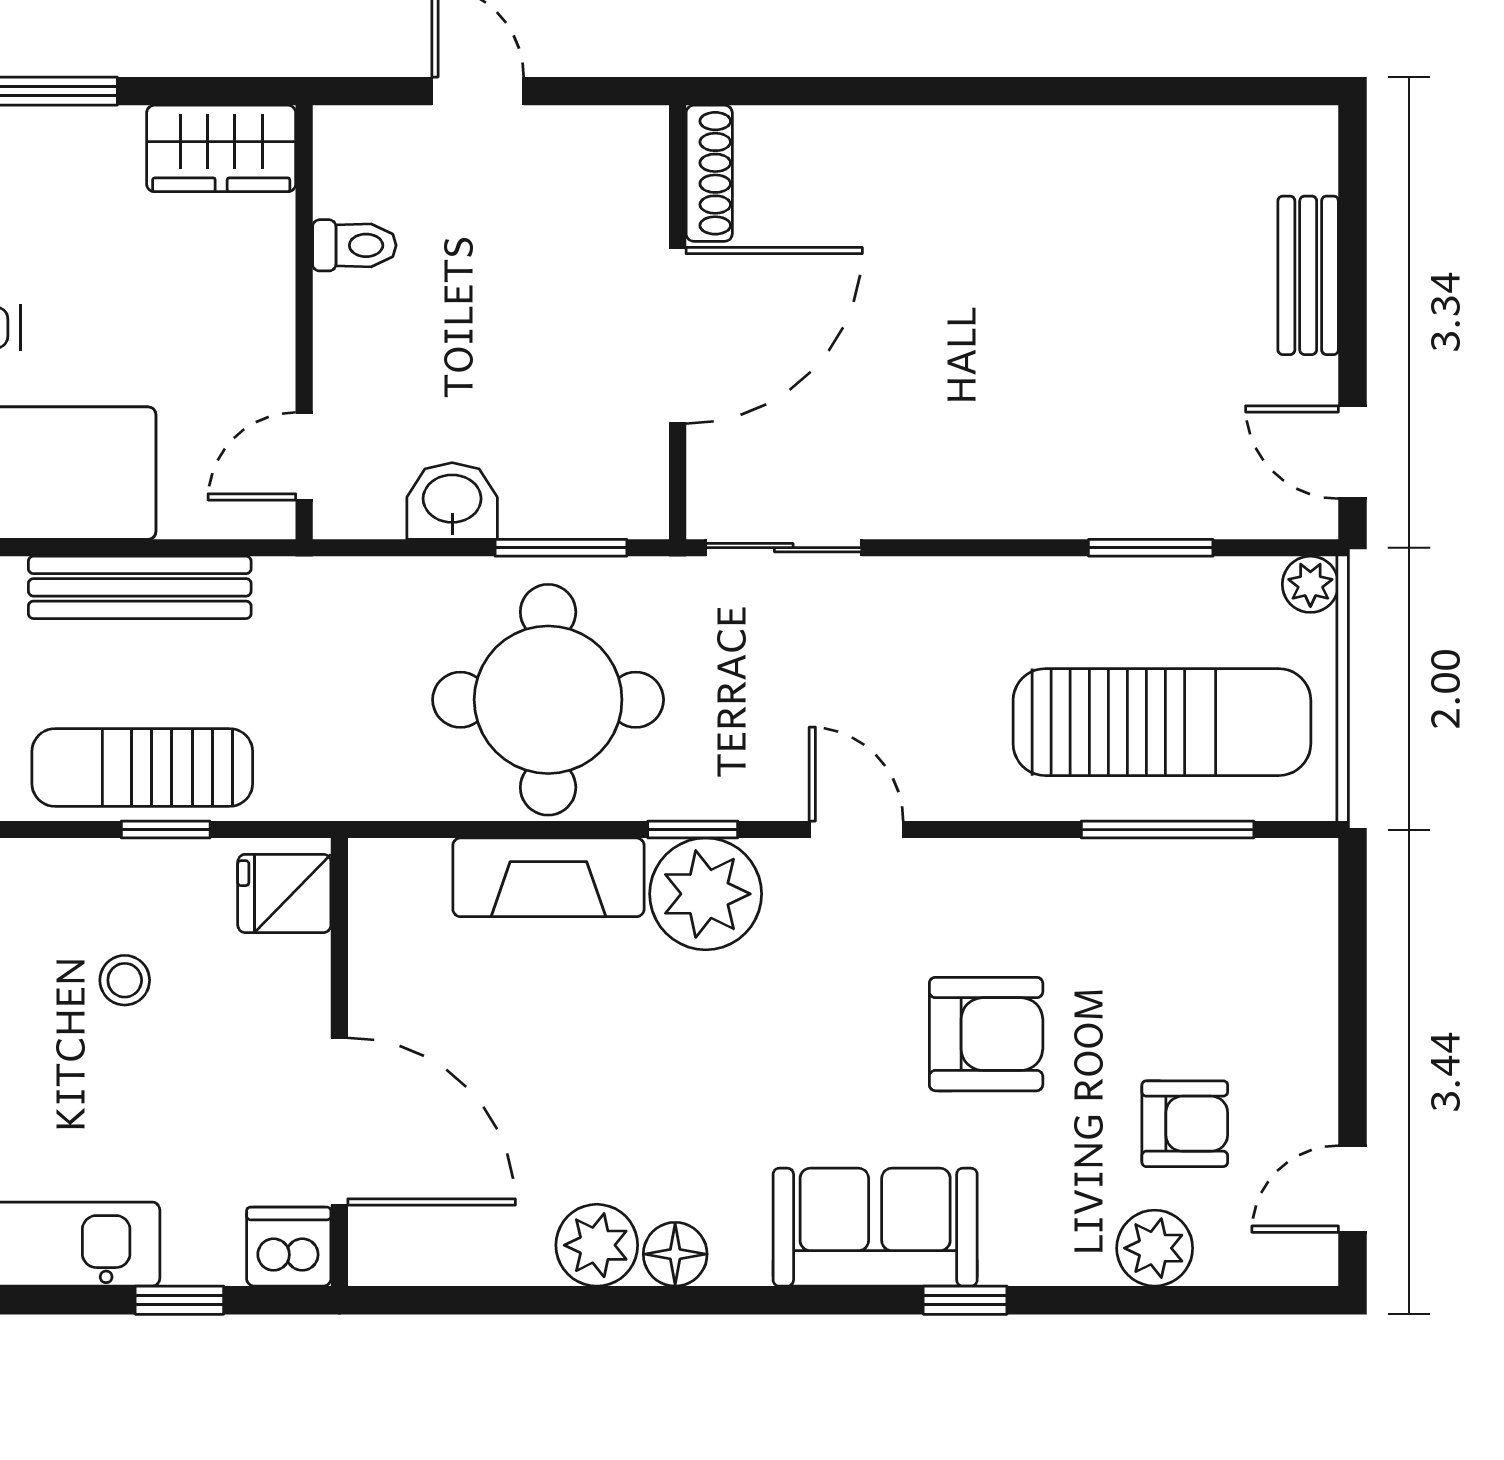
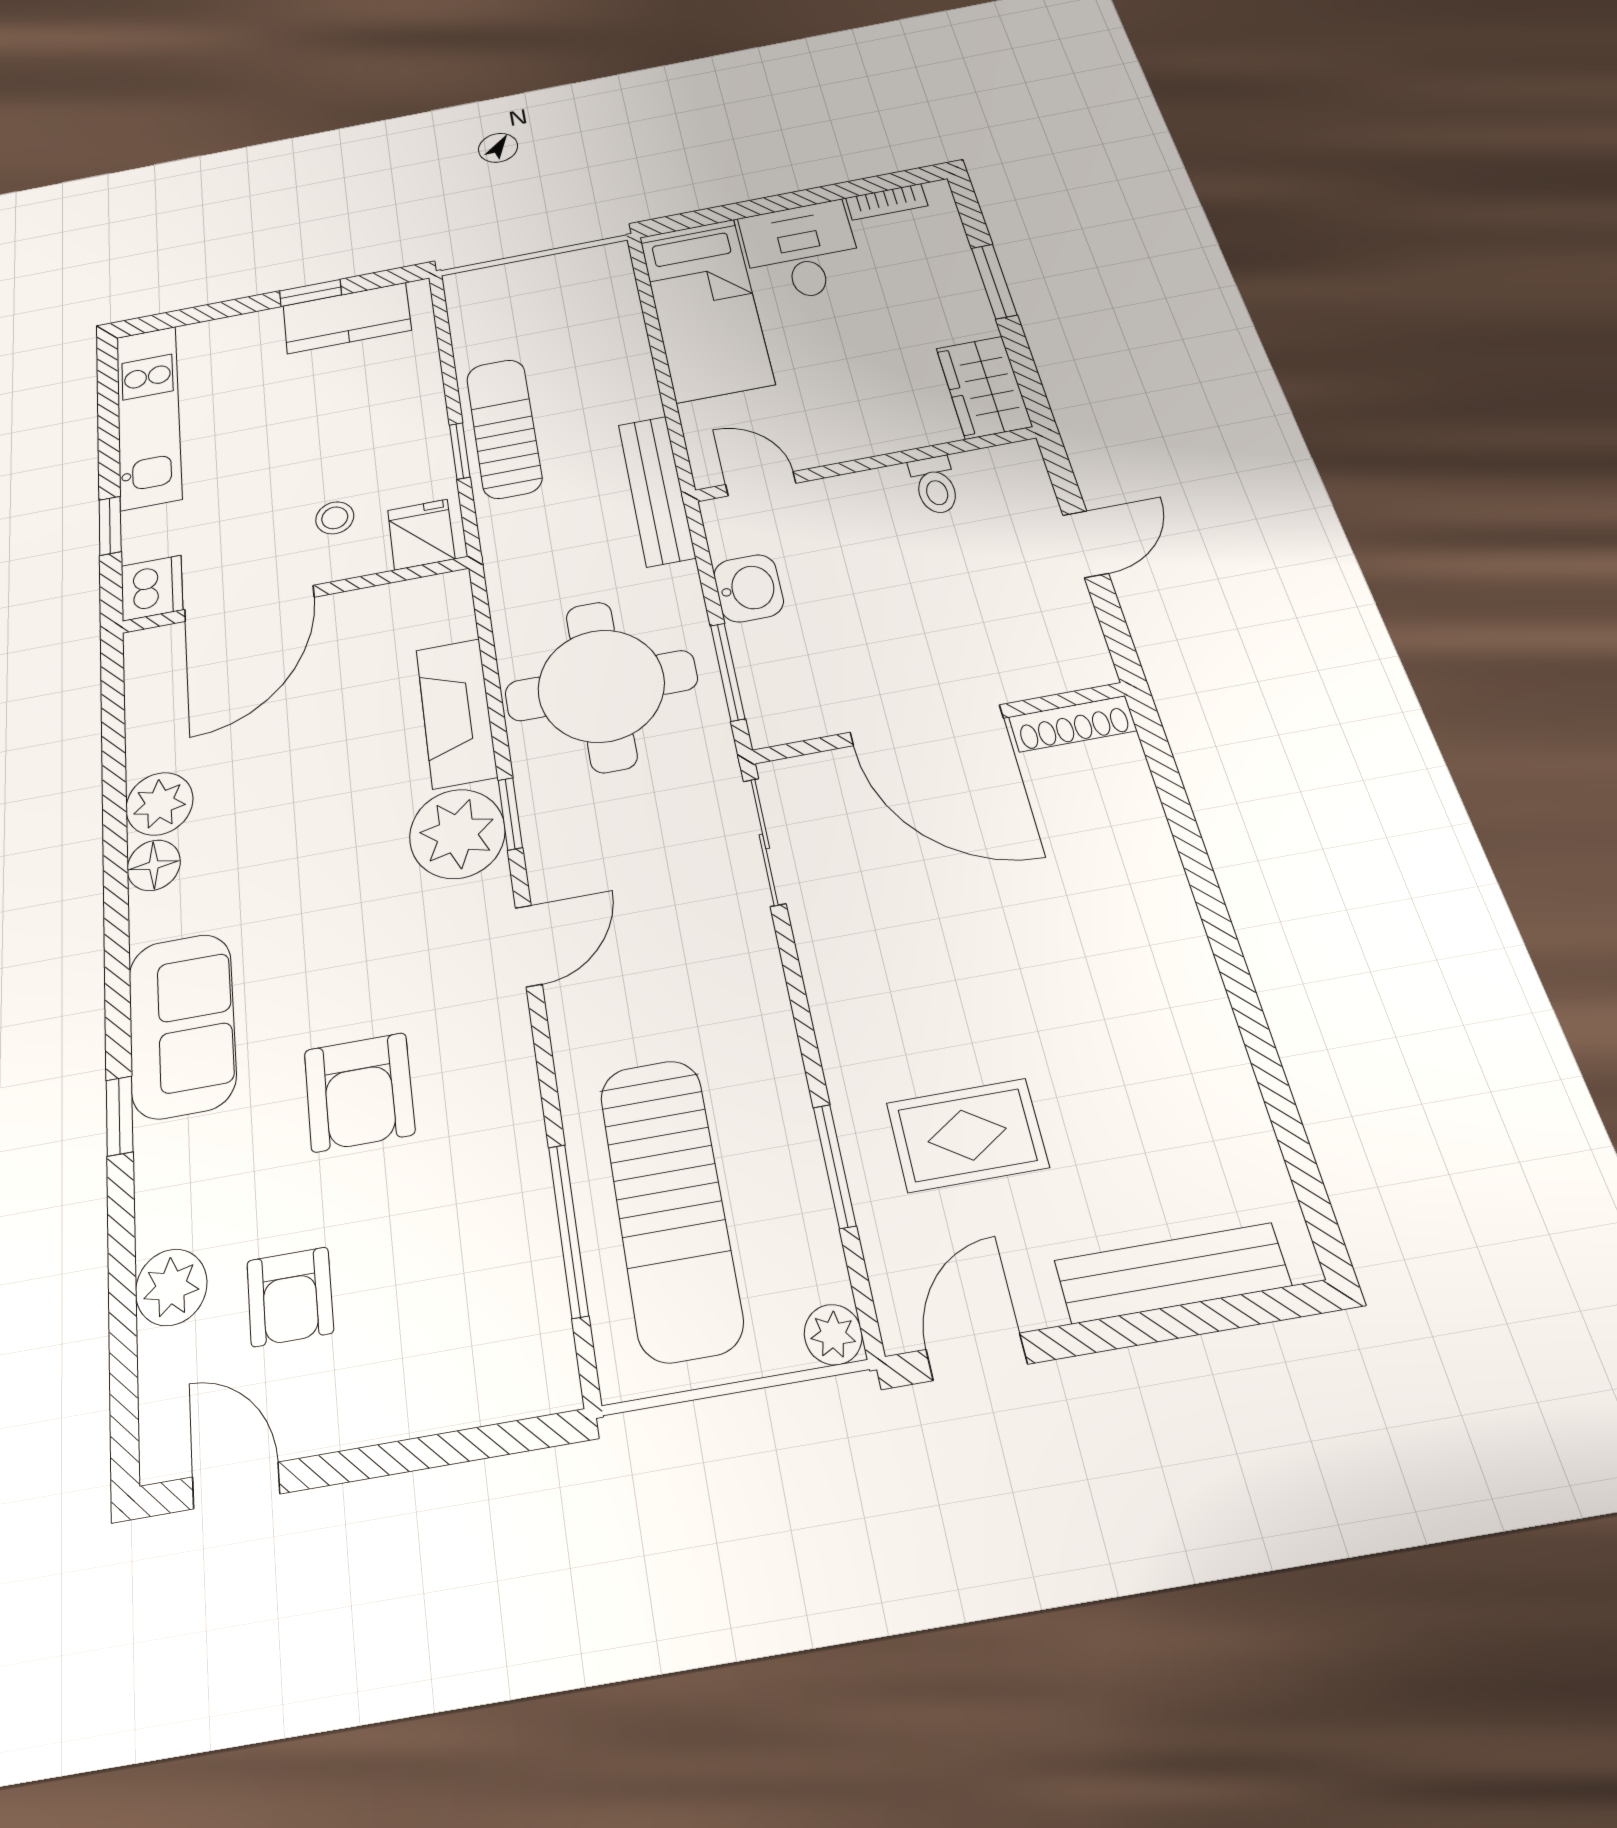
bench: (1308, 275) -> (1172, 1273), width x1.36
rug: (1143, 408) -> (967, 1135), added
bench: (140, 587) -> (656, 490), moved
stool: (125, 980) -> (335, 518), moved

